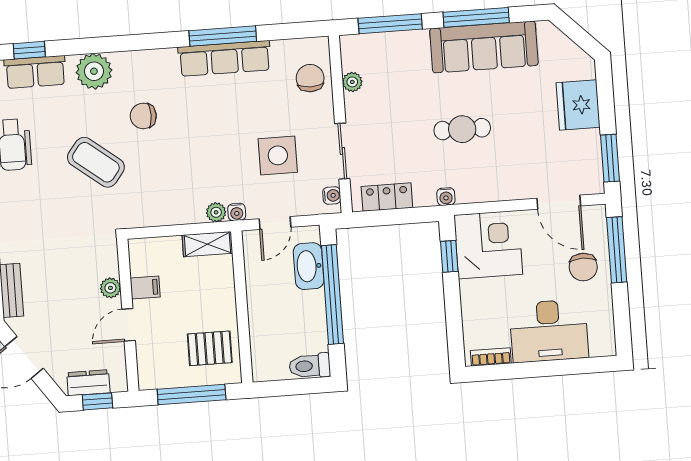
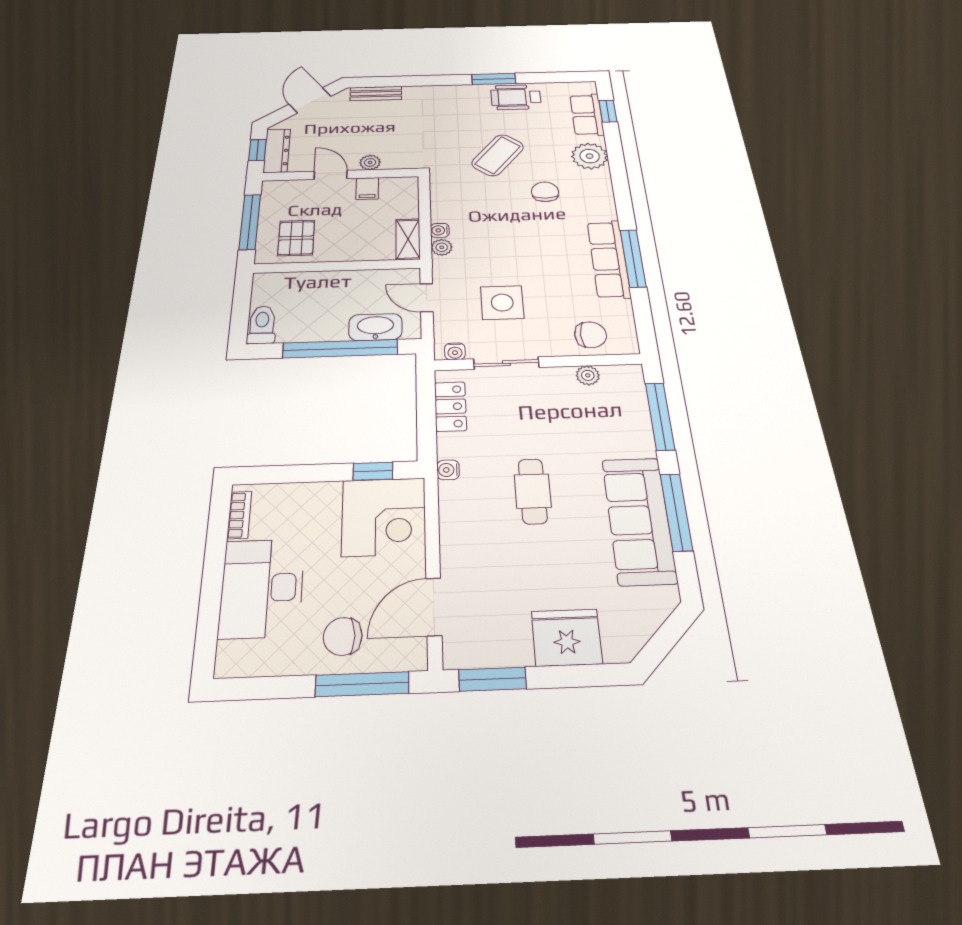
water cooler: (237, 212) -> (440, 230), moved
dresser: (88, 383) -> (277, 151), width x1.44

